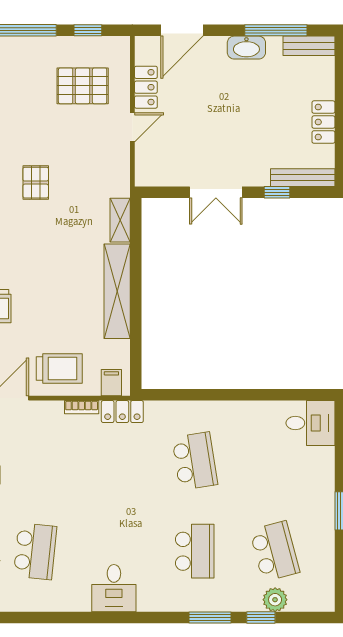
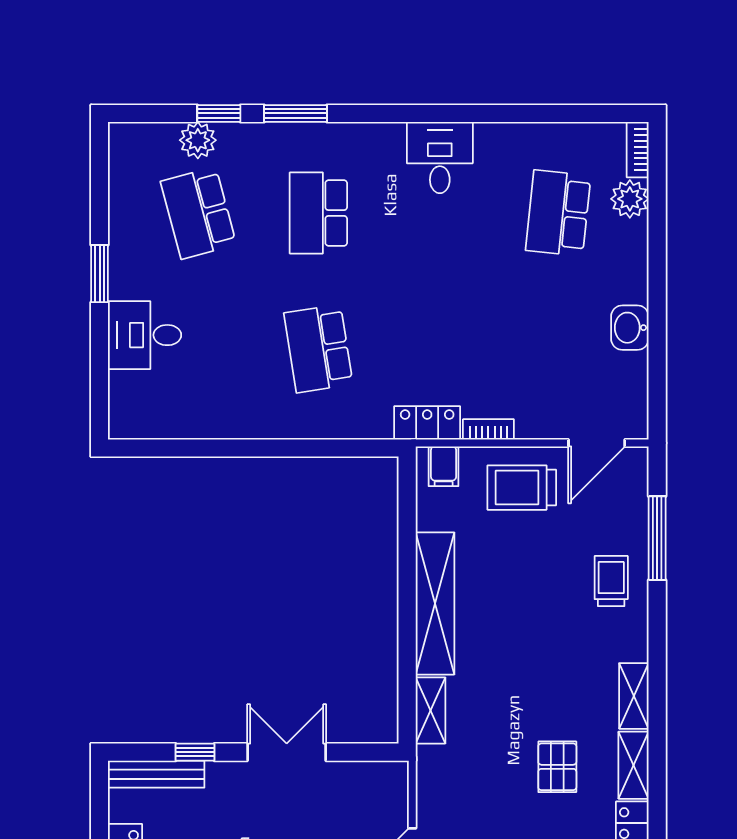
desk: (310, 423) -> (145, 335), moved

